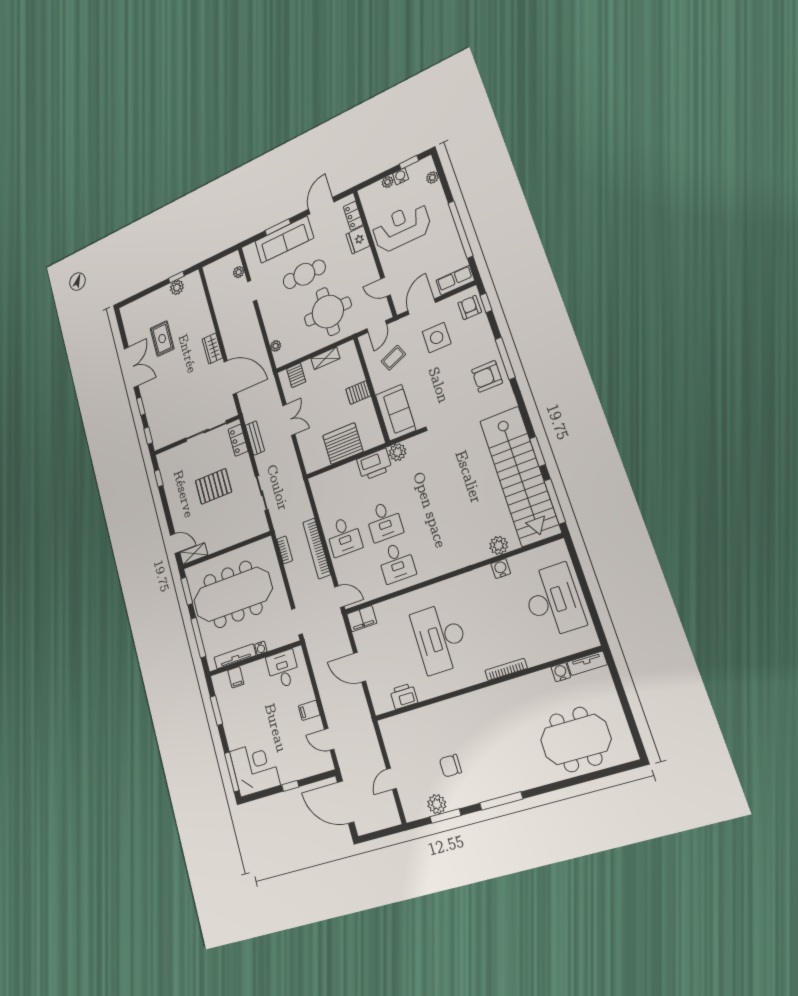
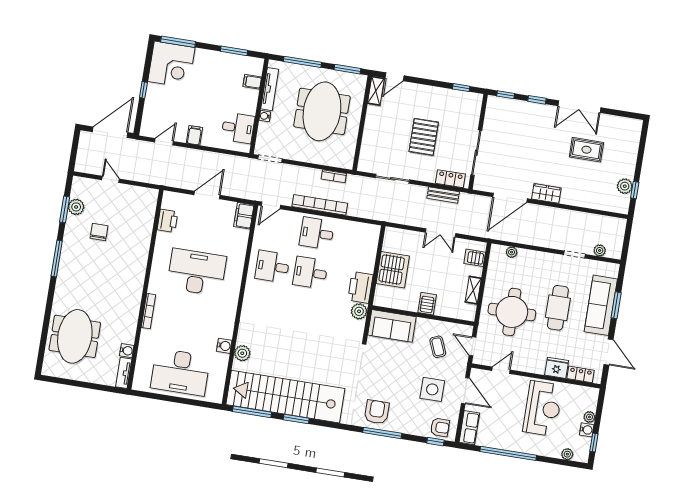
meeting table: (233, 594) -> (322, 111), width x0.73

